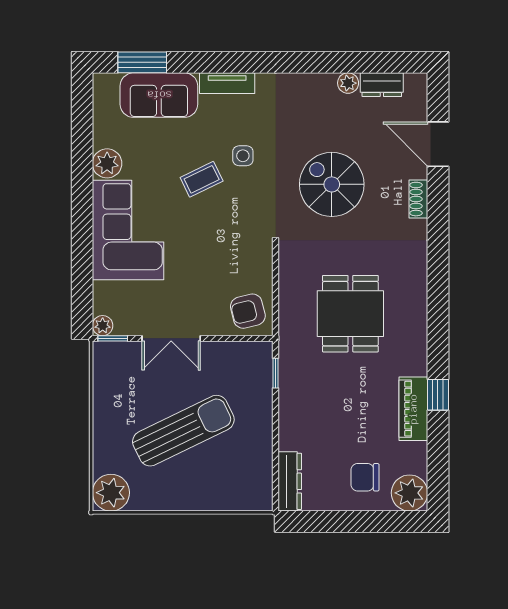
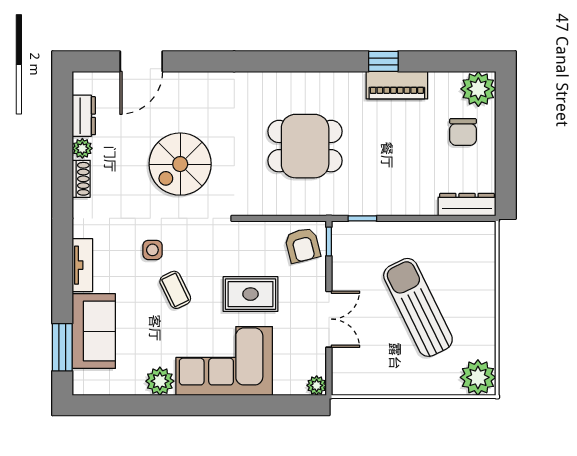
shoe rack: (418, 199) -> (81, 179), moved, turned -90
rug: (197, 257) -> (250, 294), added
window: (113, 338) -> (329, 241), moved

